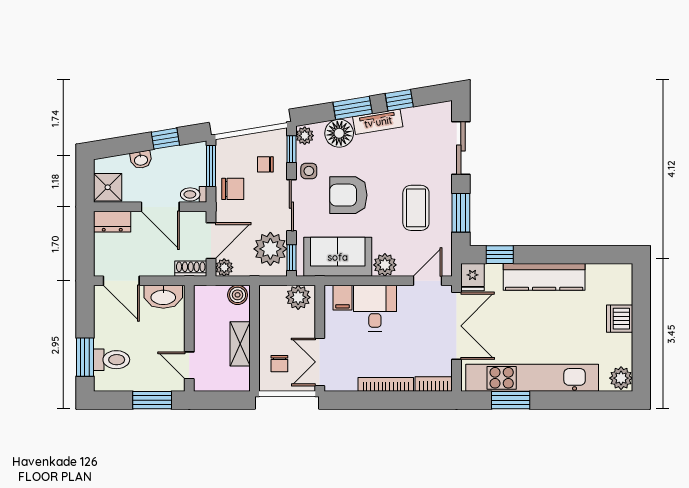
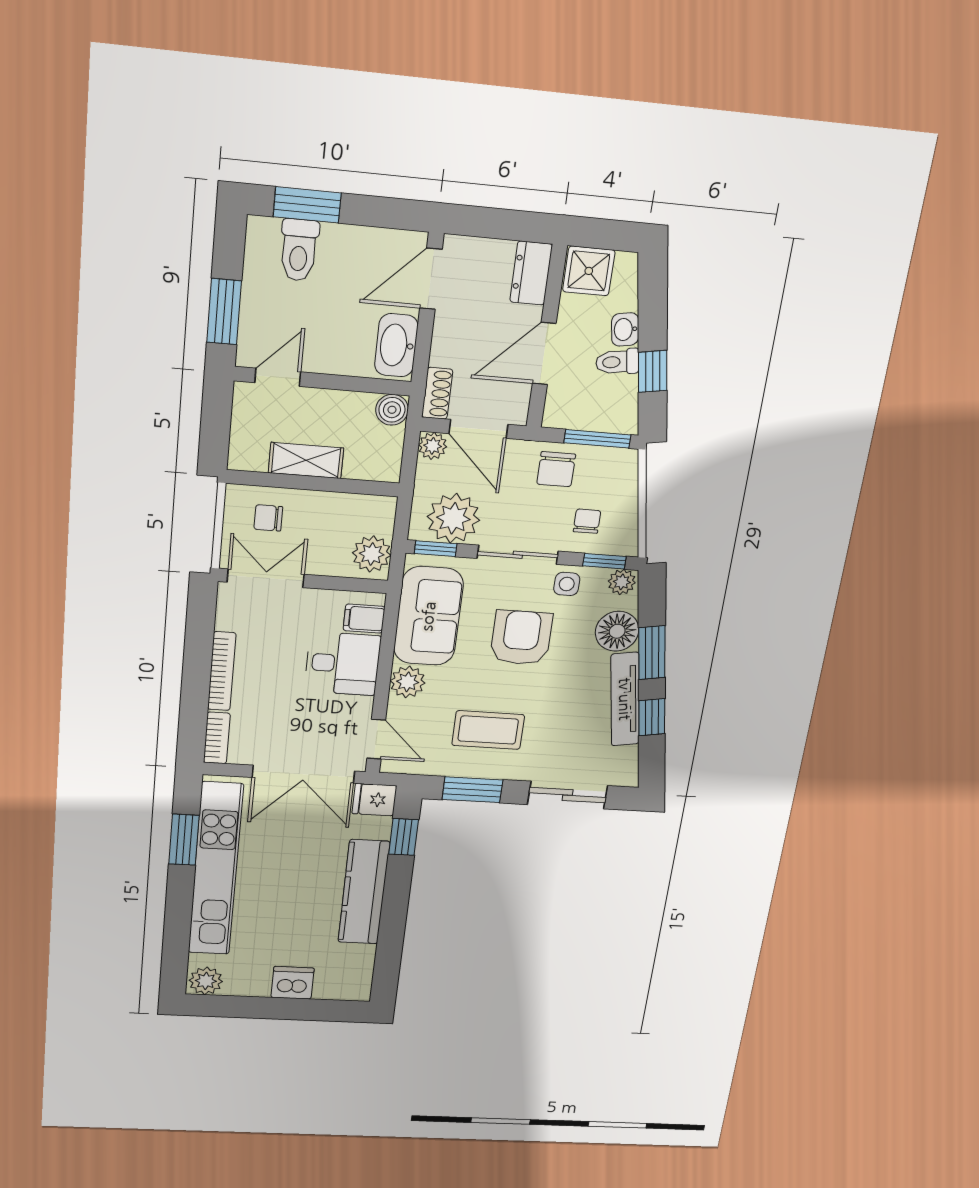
tv unit: (378, 122) -> (625, 699), width x1.41
toilet: (194, 194) -> (617, 362), moved, turned -99
boiler: (238, 295) -> (392, 410), moved

